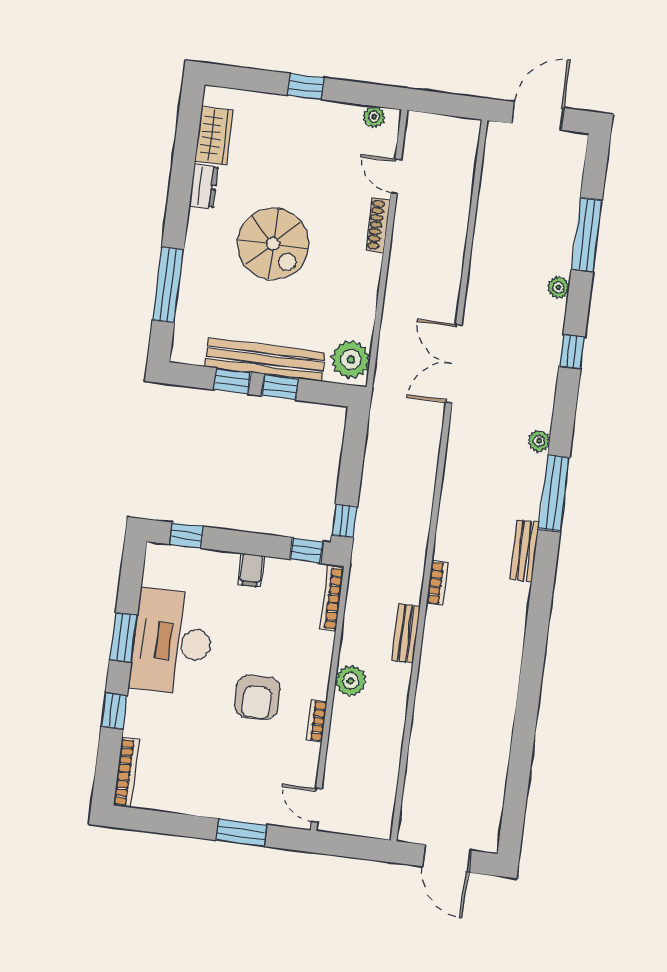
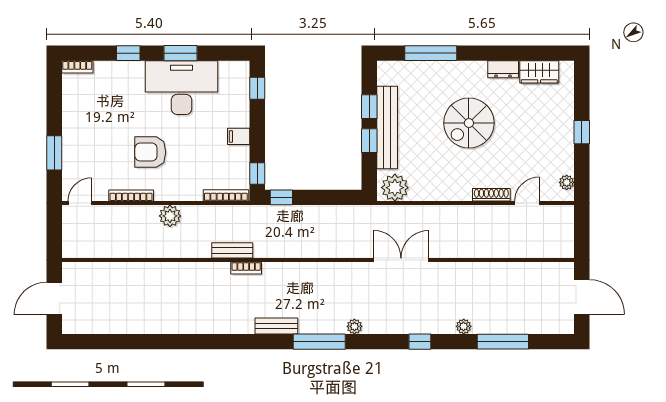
bench: (406, 633) -> (232, 250), moved
bookcase: (316, 721) -> (131, 195), width x1.56
bookcase: (126, 772) -> (77, 67), width x0.64

